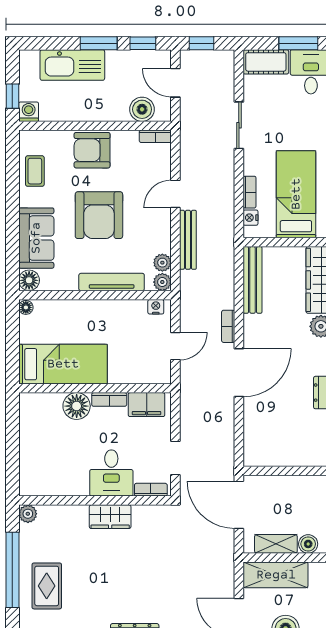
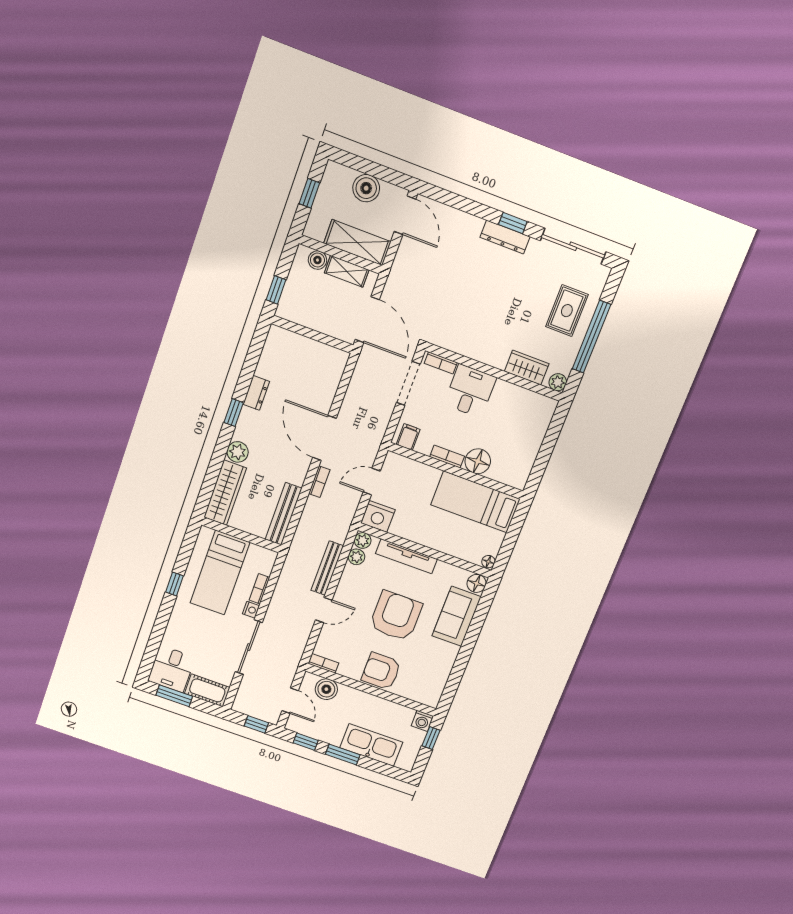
sliding door: (239, 125) -> (249, 647), width x1.37
armchair: (92, 150) -> (381, 671), turned 180
coffee table: (35, 171) -> (436, 671), removed
nightstand: (251, 218) -> (251, 610), moved
nightstand: (156, 307) -> (378, 516), width x1.89, depth x1.79
door: (239, 373) -> (324, 438), hinge flipped
filing cabinet: (147, 405) -> (408, 437), width x0.50
doorway: (175, 458) -> (408, 383), width x1.38
wardrobe: (110, 517) -> (527, 368), moved

